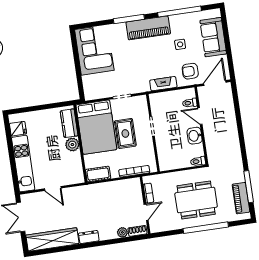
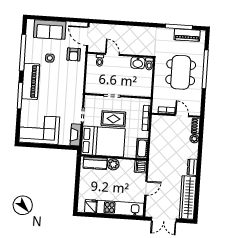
fireplace: (163, 84) -> (76, 135), moved
door: (200, 116) -> (112, 54), swing flipped
washbasin: (195, 136) -> (138, 63), moved
dishwasher: (77, 177) -> (140, 167), added

